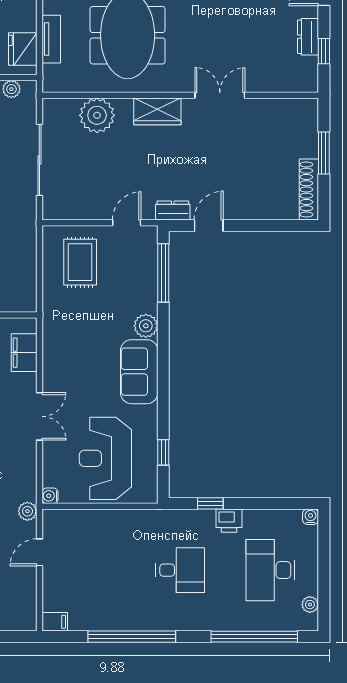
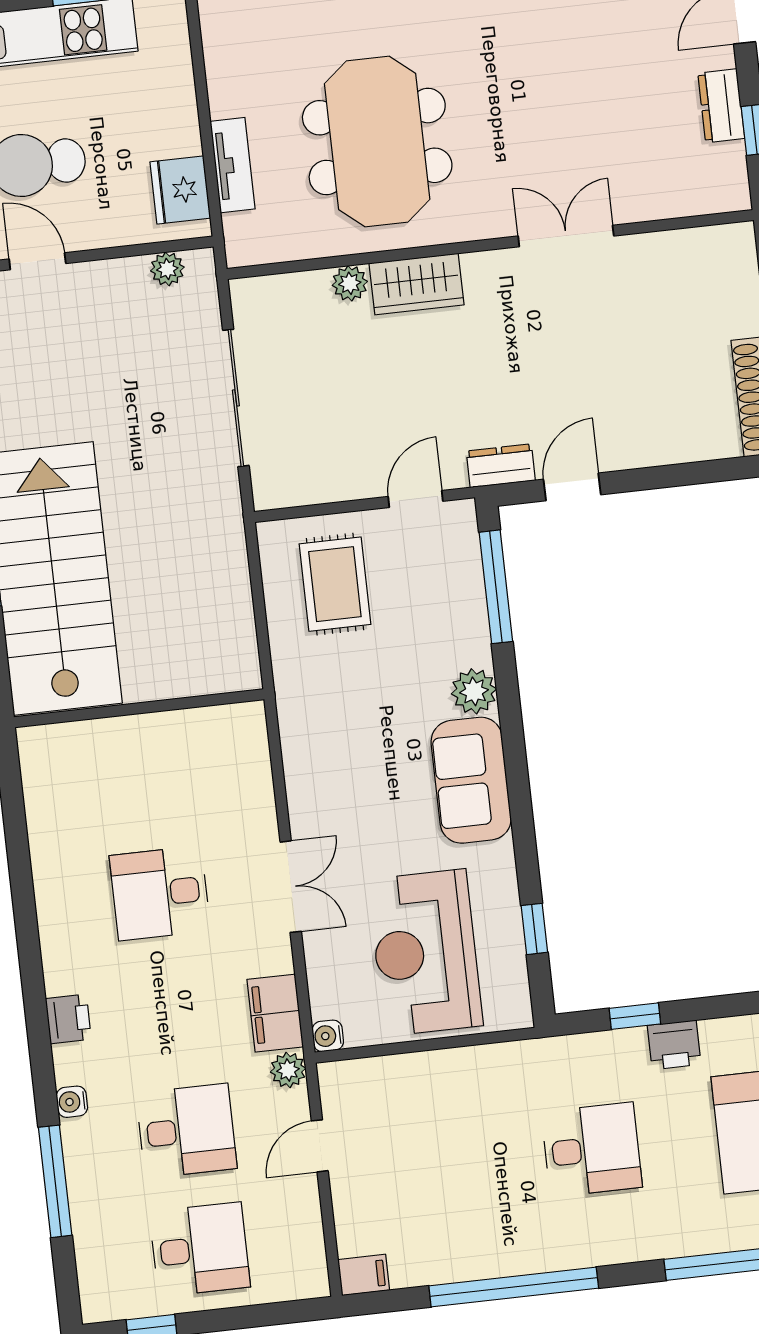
wardrobe: (157, 111) -> (417, 284), moved
plant: (97, 115) -> (350, 283), width x0.53, depth x0.53
filing cabinet: (24, 353) -> (275, 1013), moved

